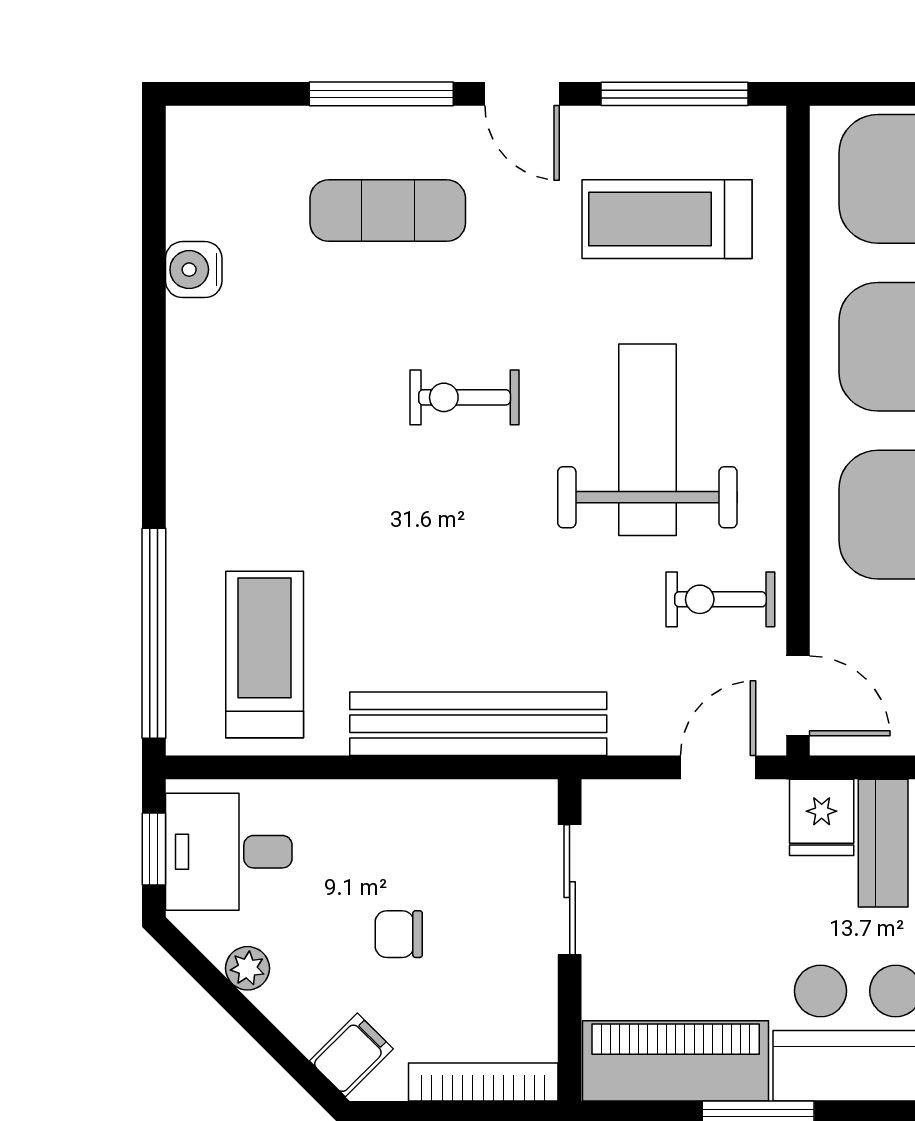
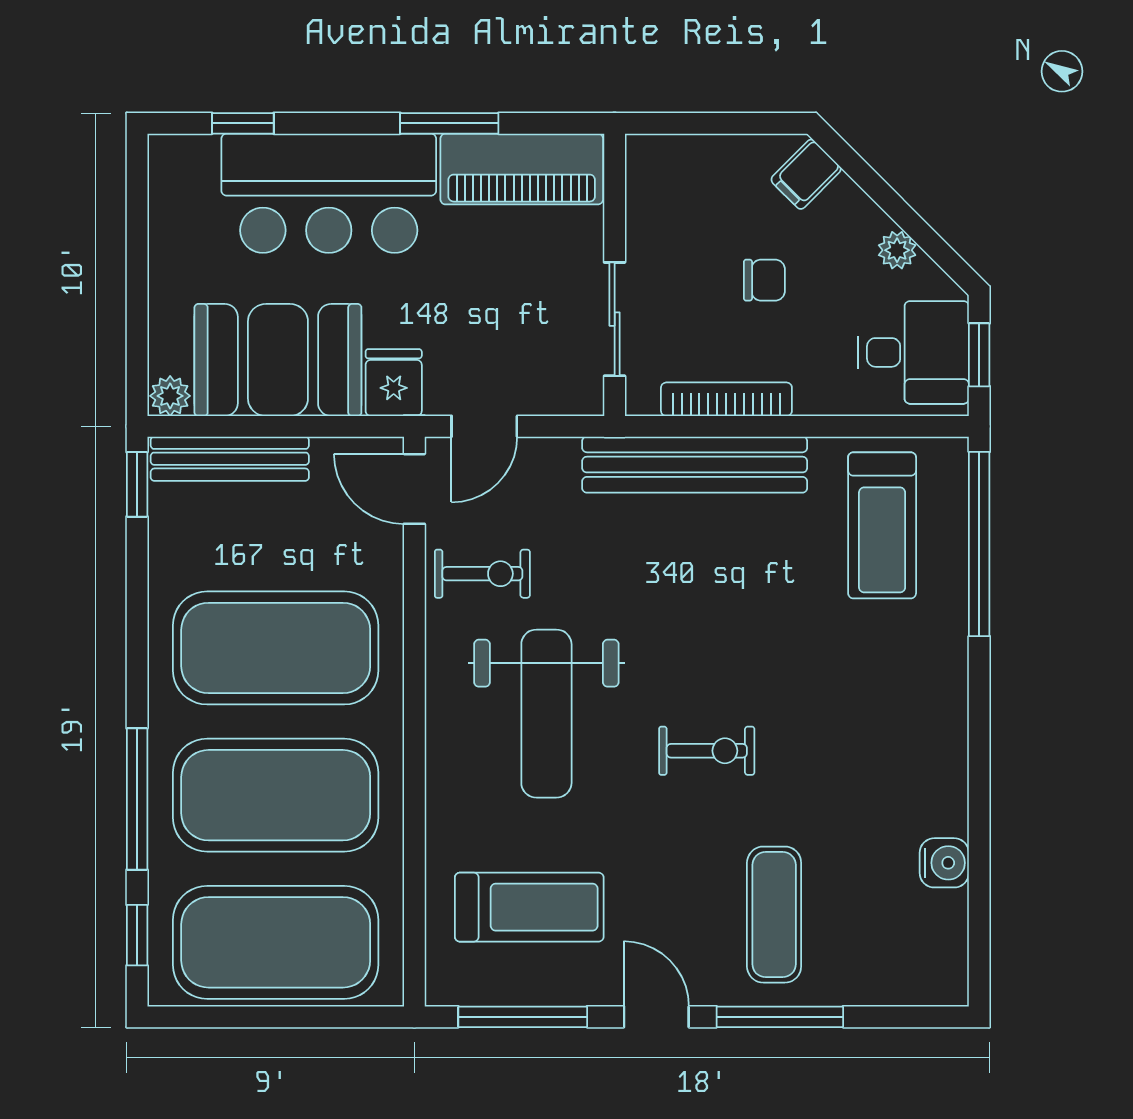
exercise mat: (388, 211) -> (774, 915), turned 90
bookcase: (483, 1082) -> (726, 399), moved, turned 180

